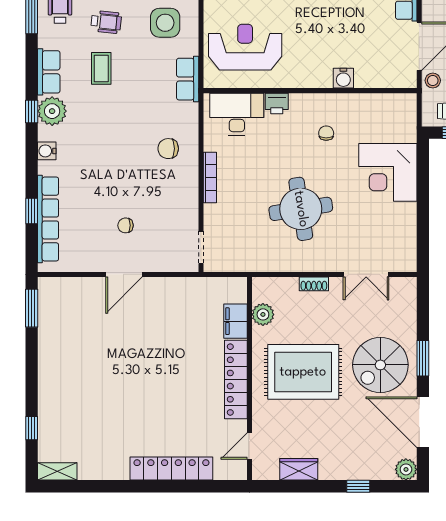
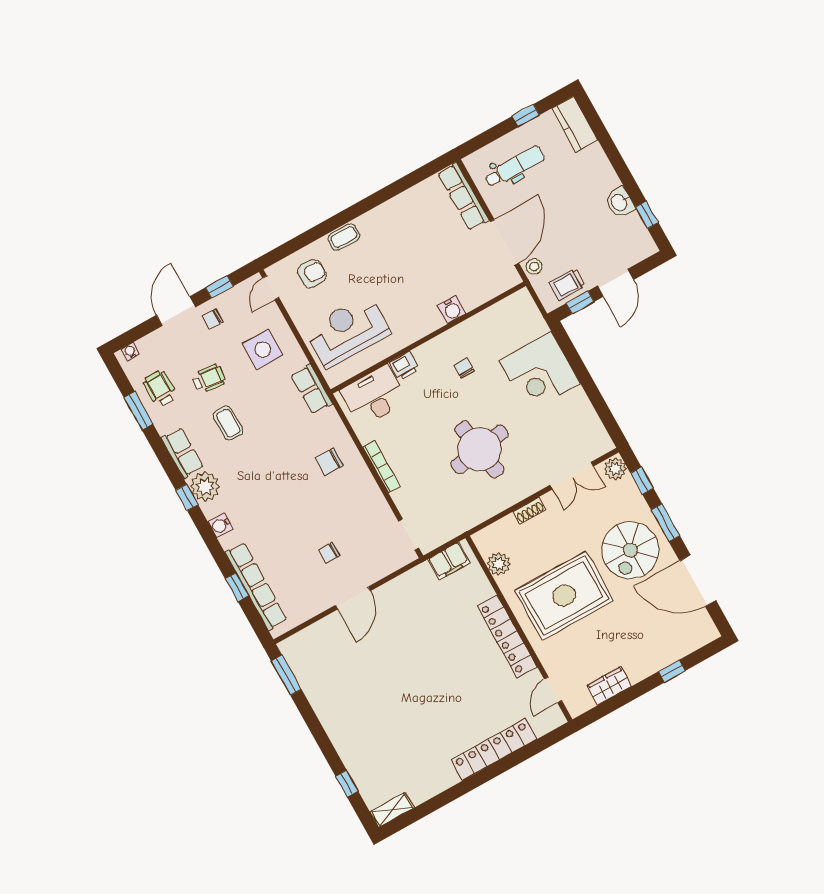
window: (423, 312) -> (642, 481), added
filing cabinet: (235, 321) -> (449, 561), moved, turned -90
plant: (406, 469) -> (615, 469), moved

